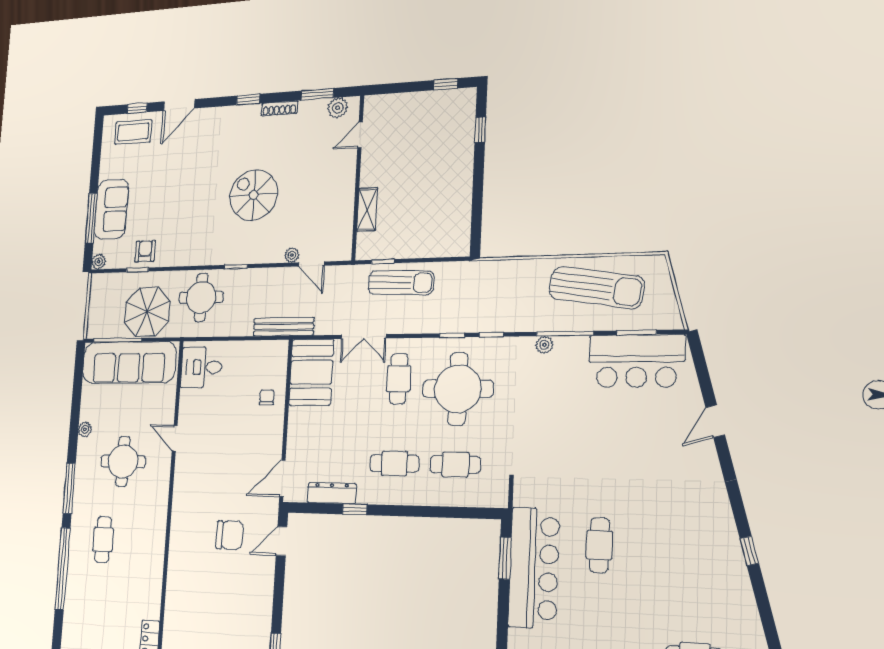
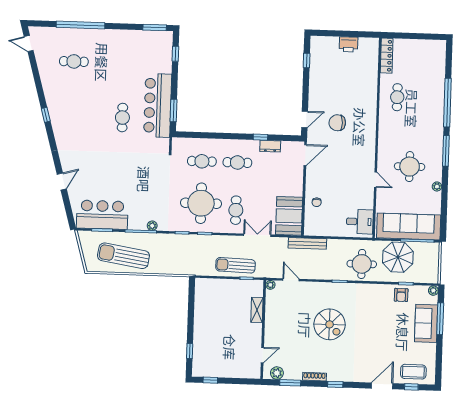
plant: (292, 255) -> (270, 285), moved
dresser: (332, 493) -> (270, 146), width x0.70
cafe table: (103, 539) -> (397, 97), moved

